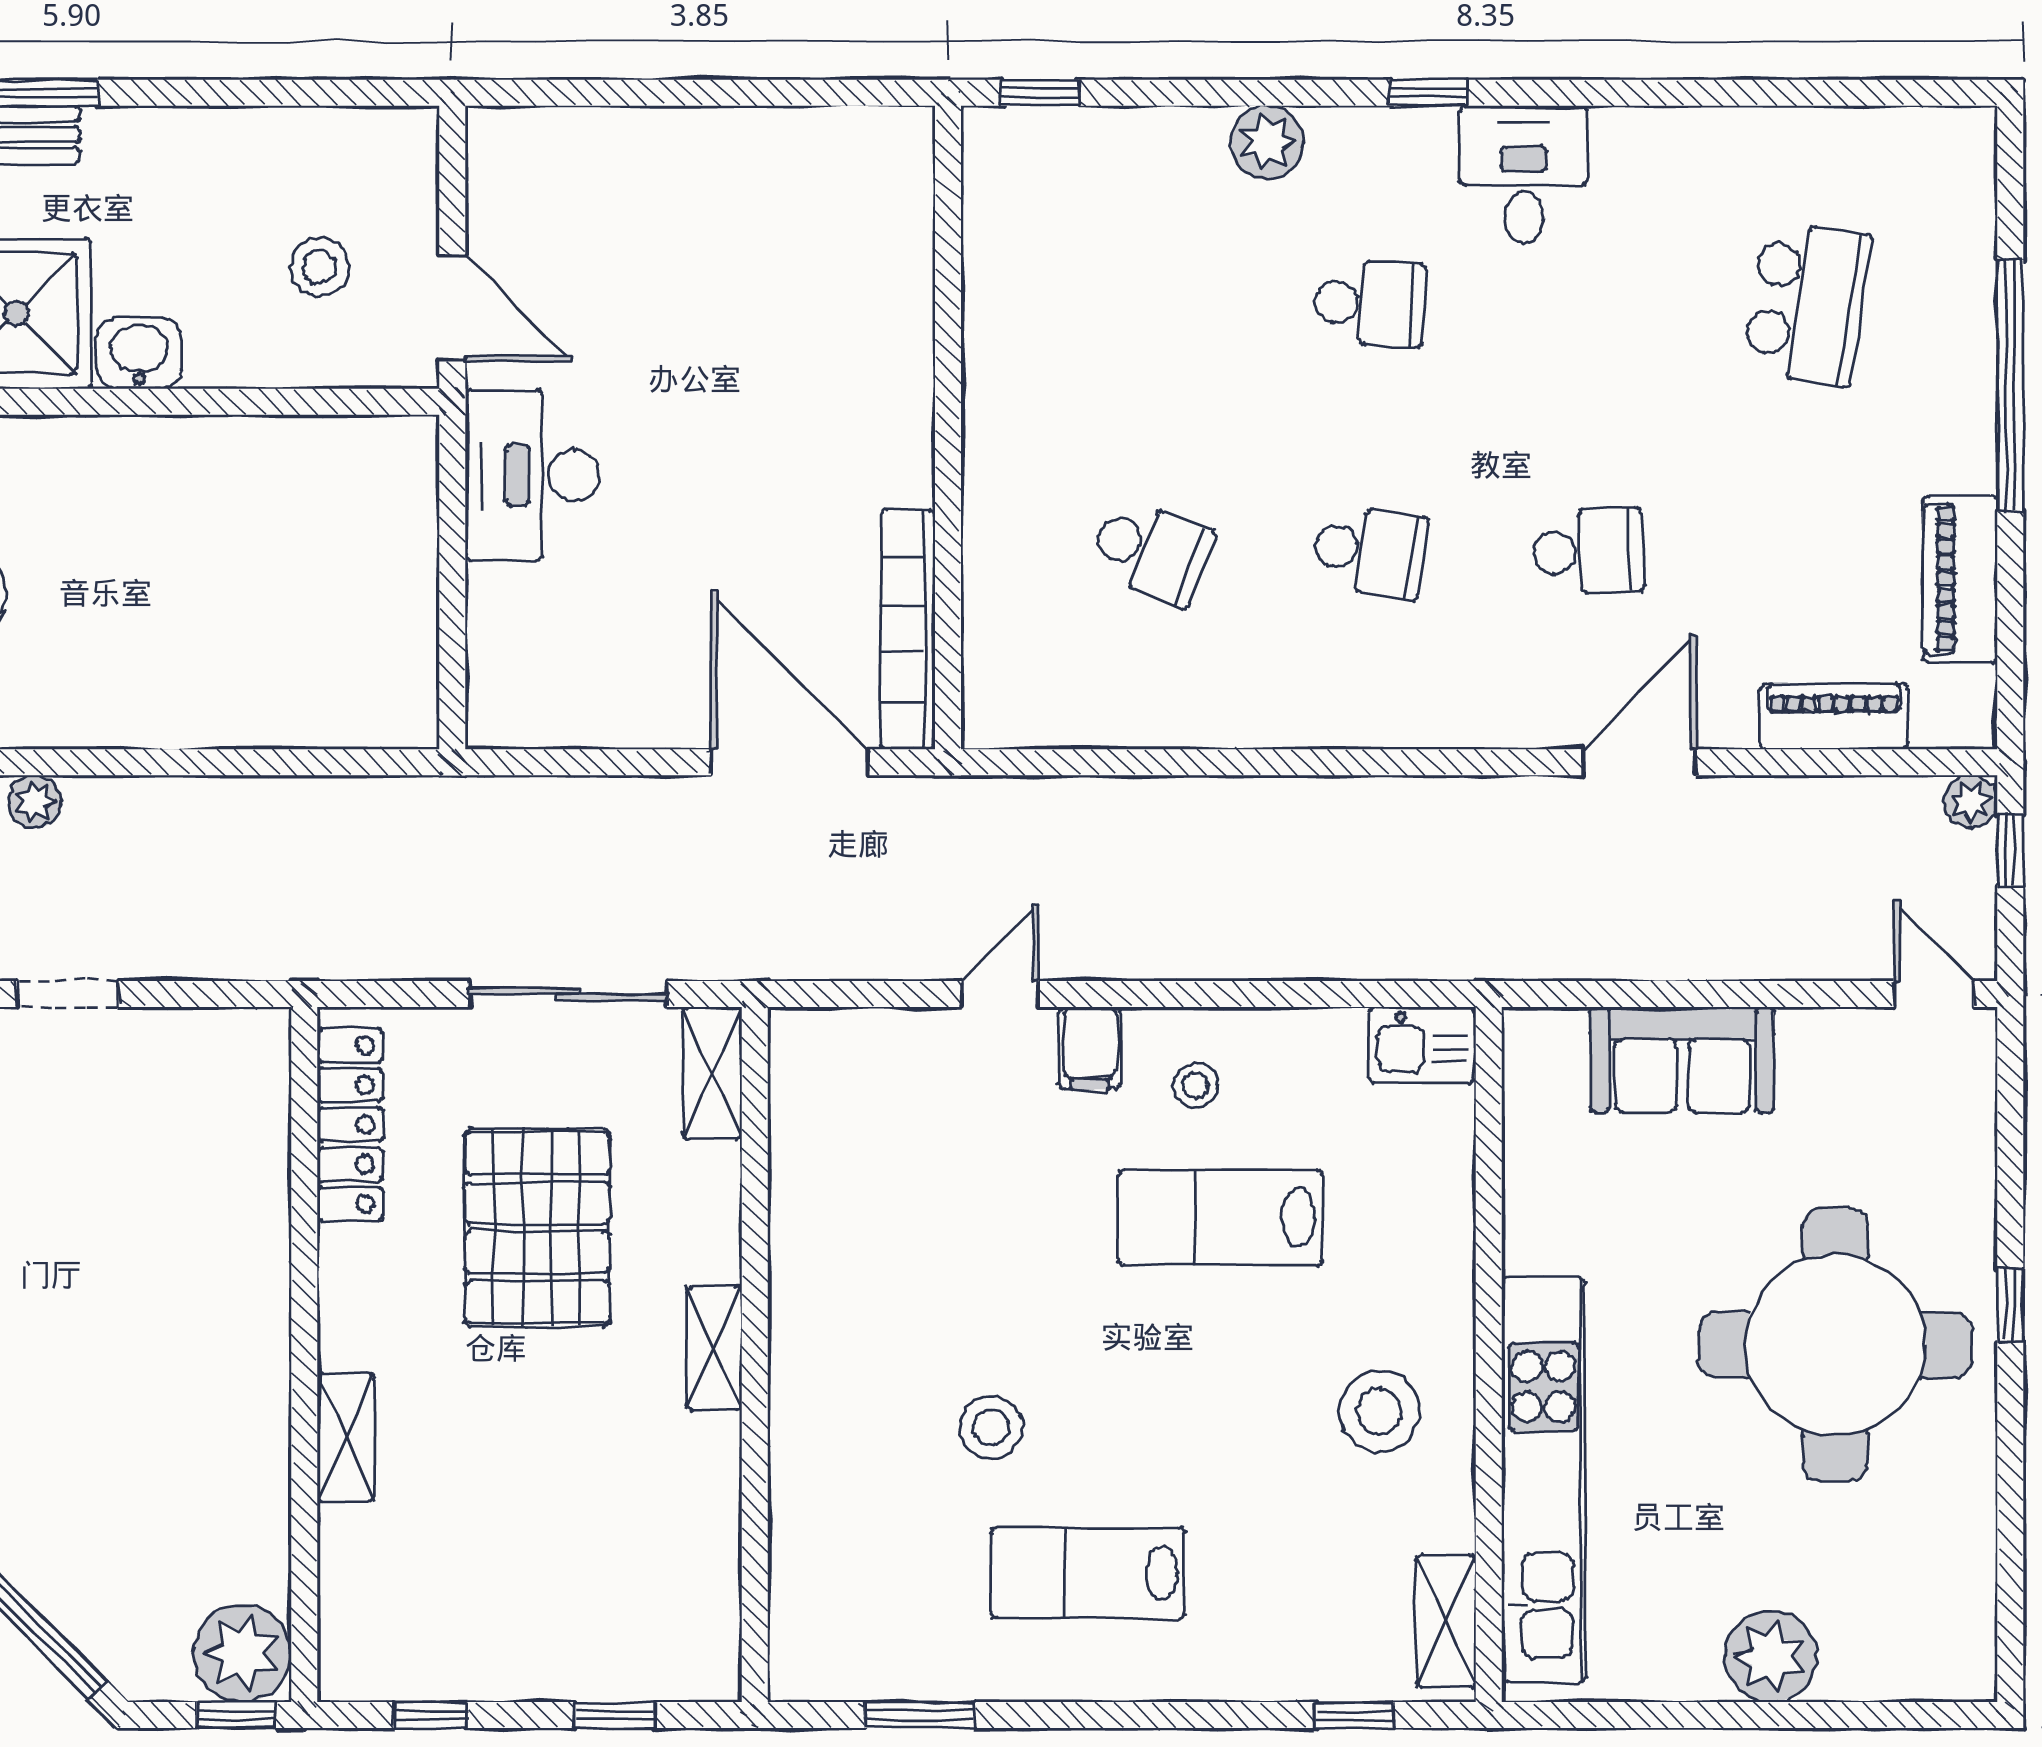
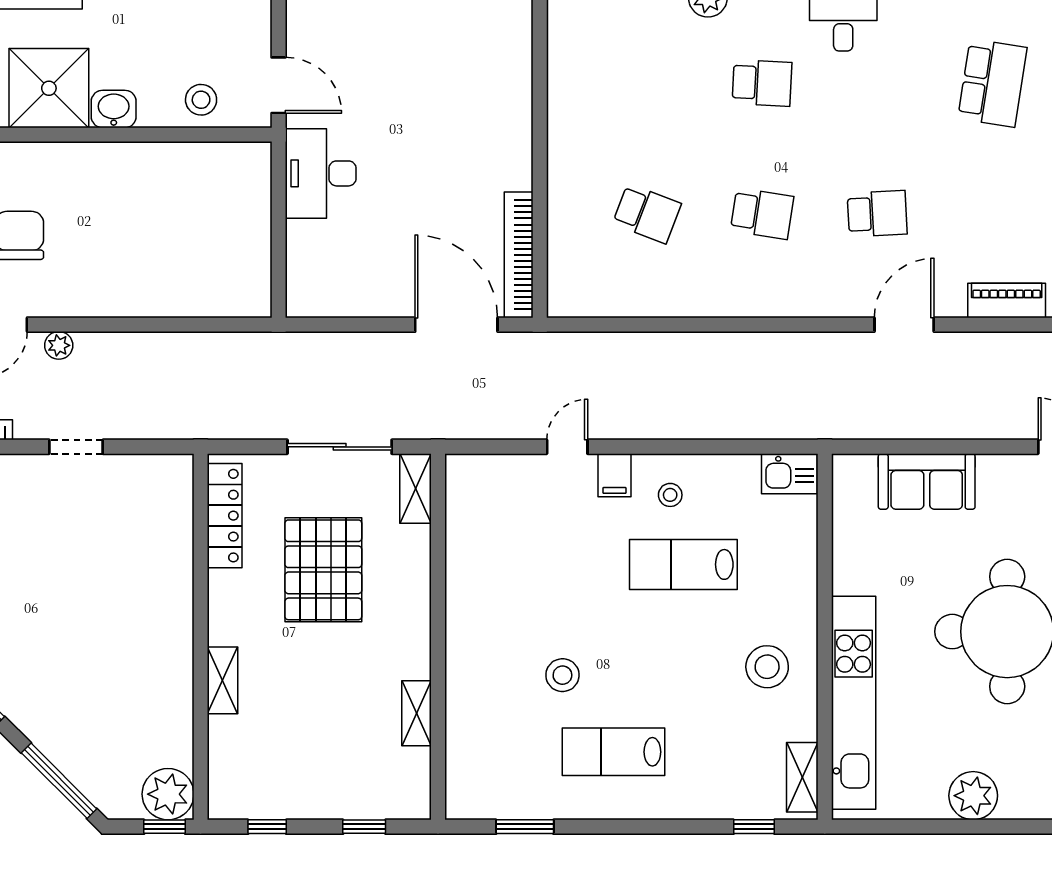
stool: (320, 267) -> (201, 100), moved
shelving: (714, 1348) -> (417, 713), moved

